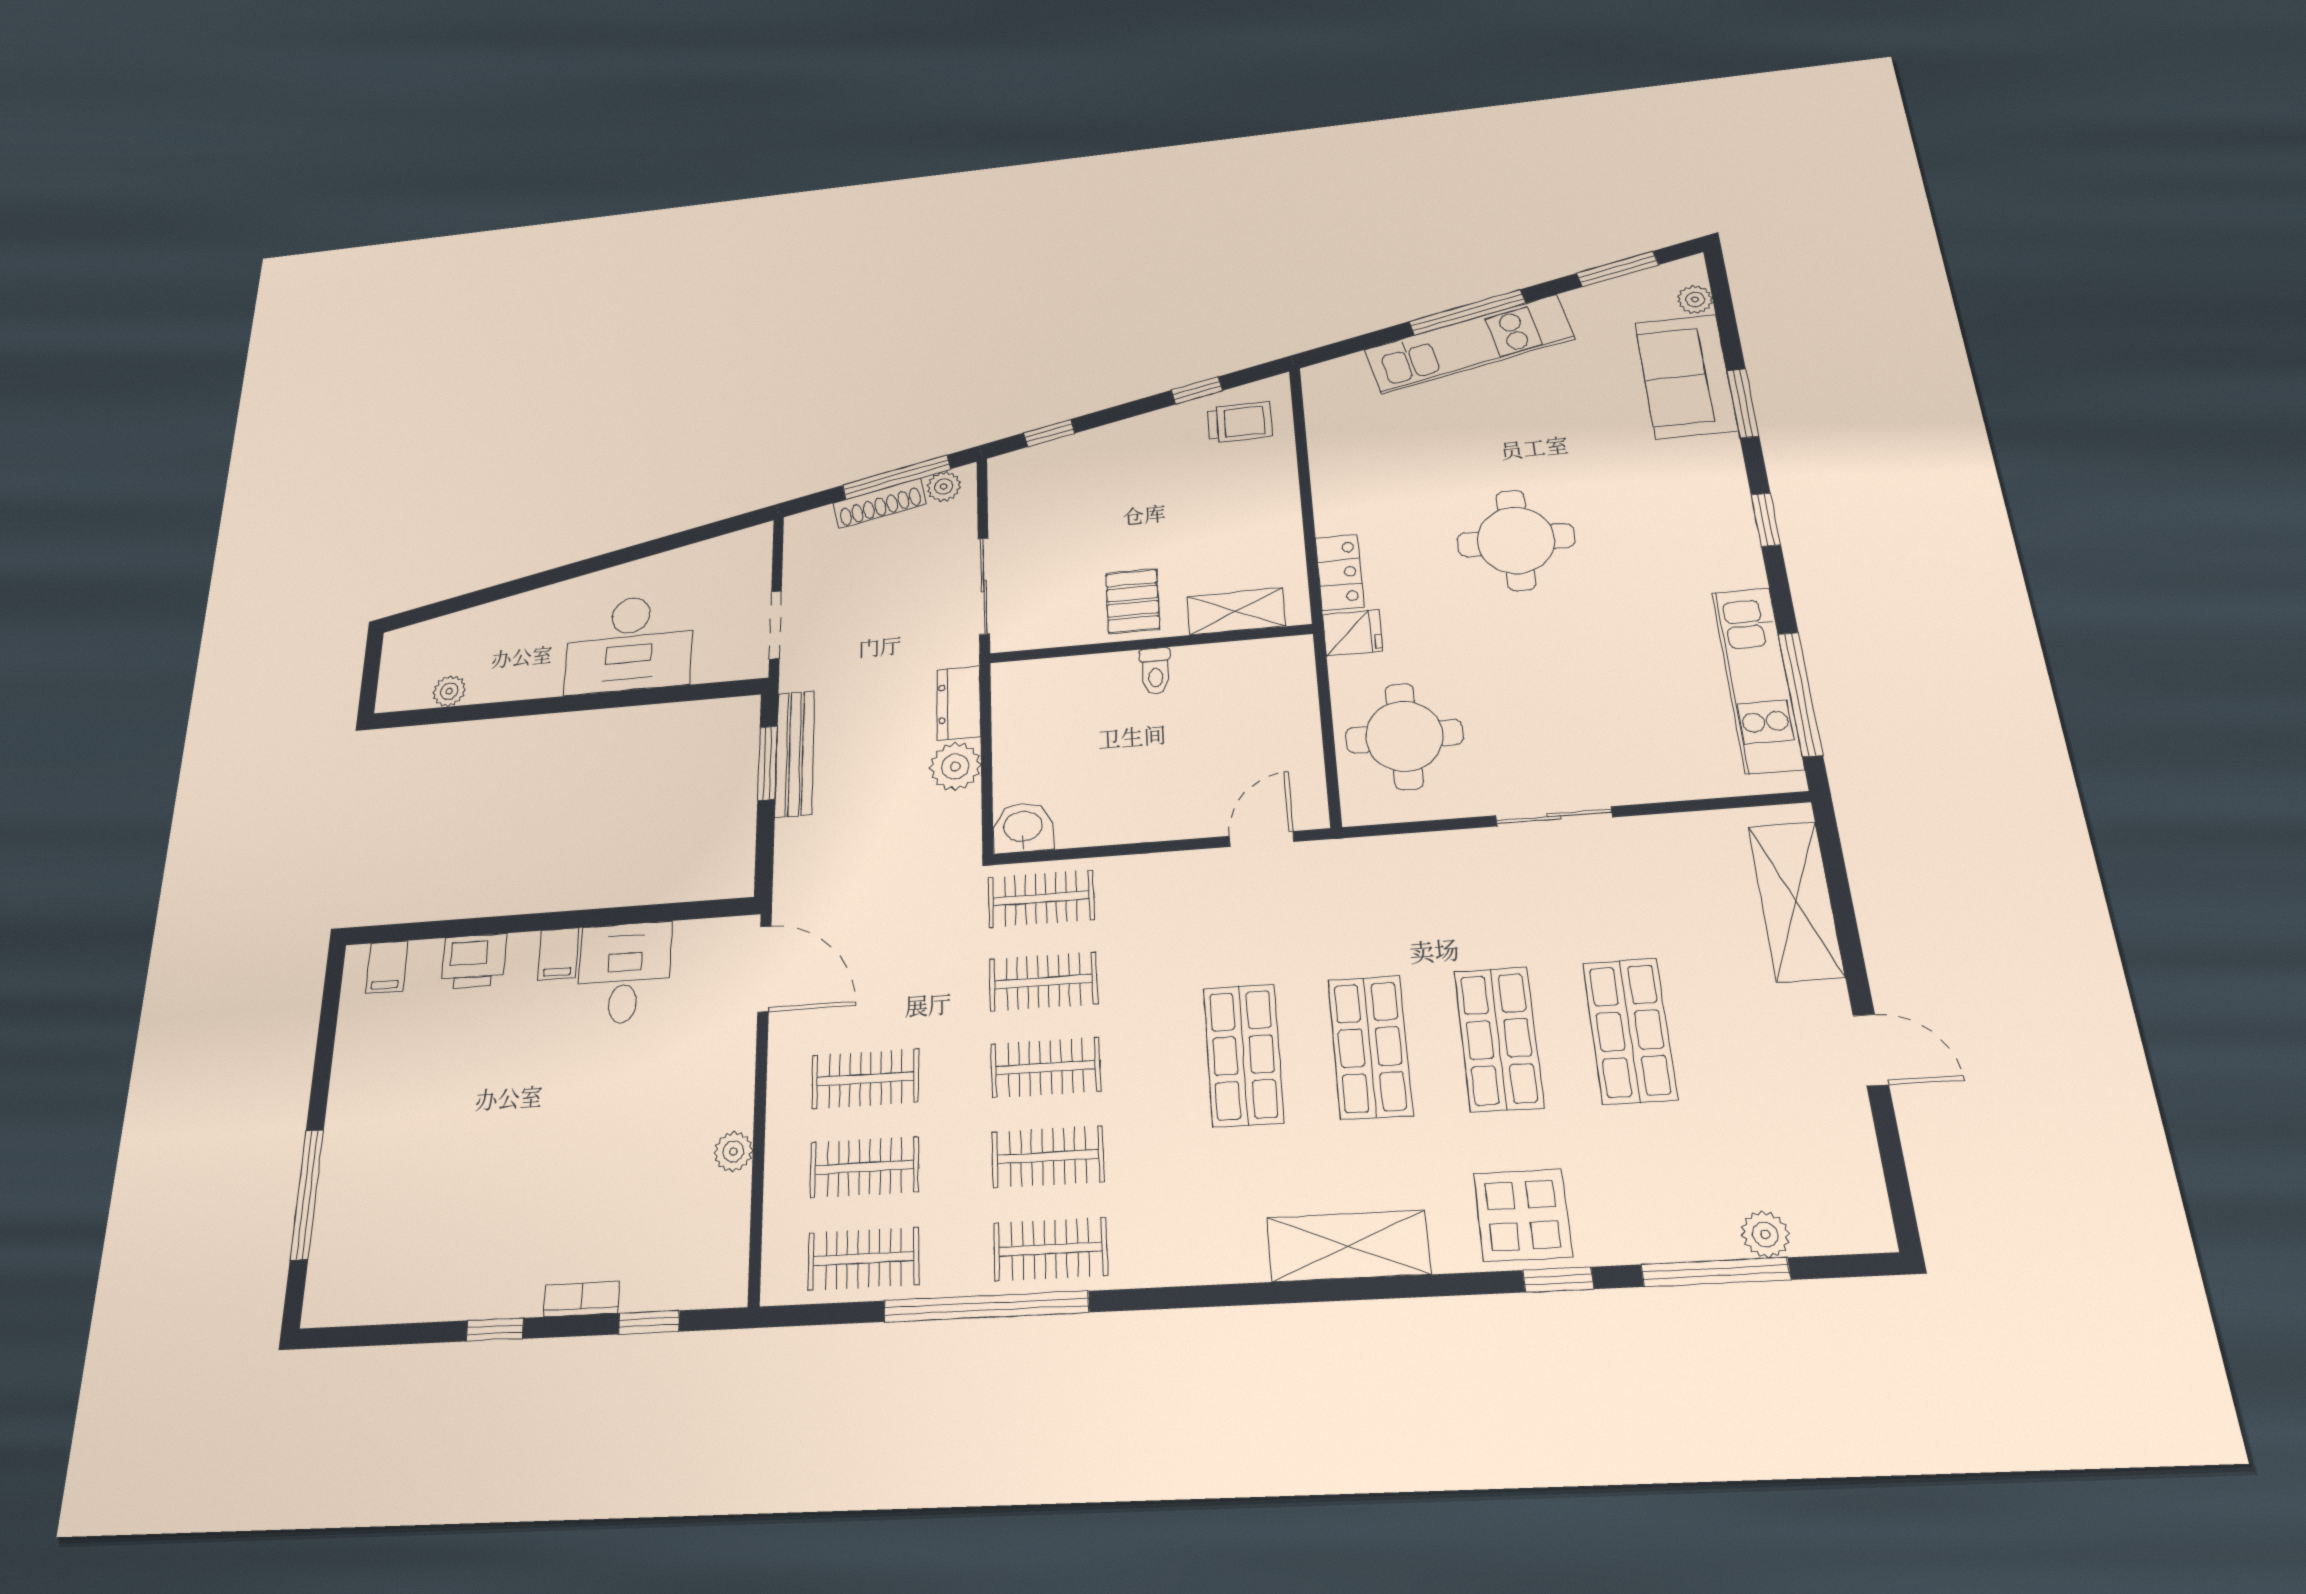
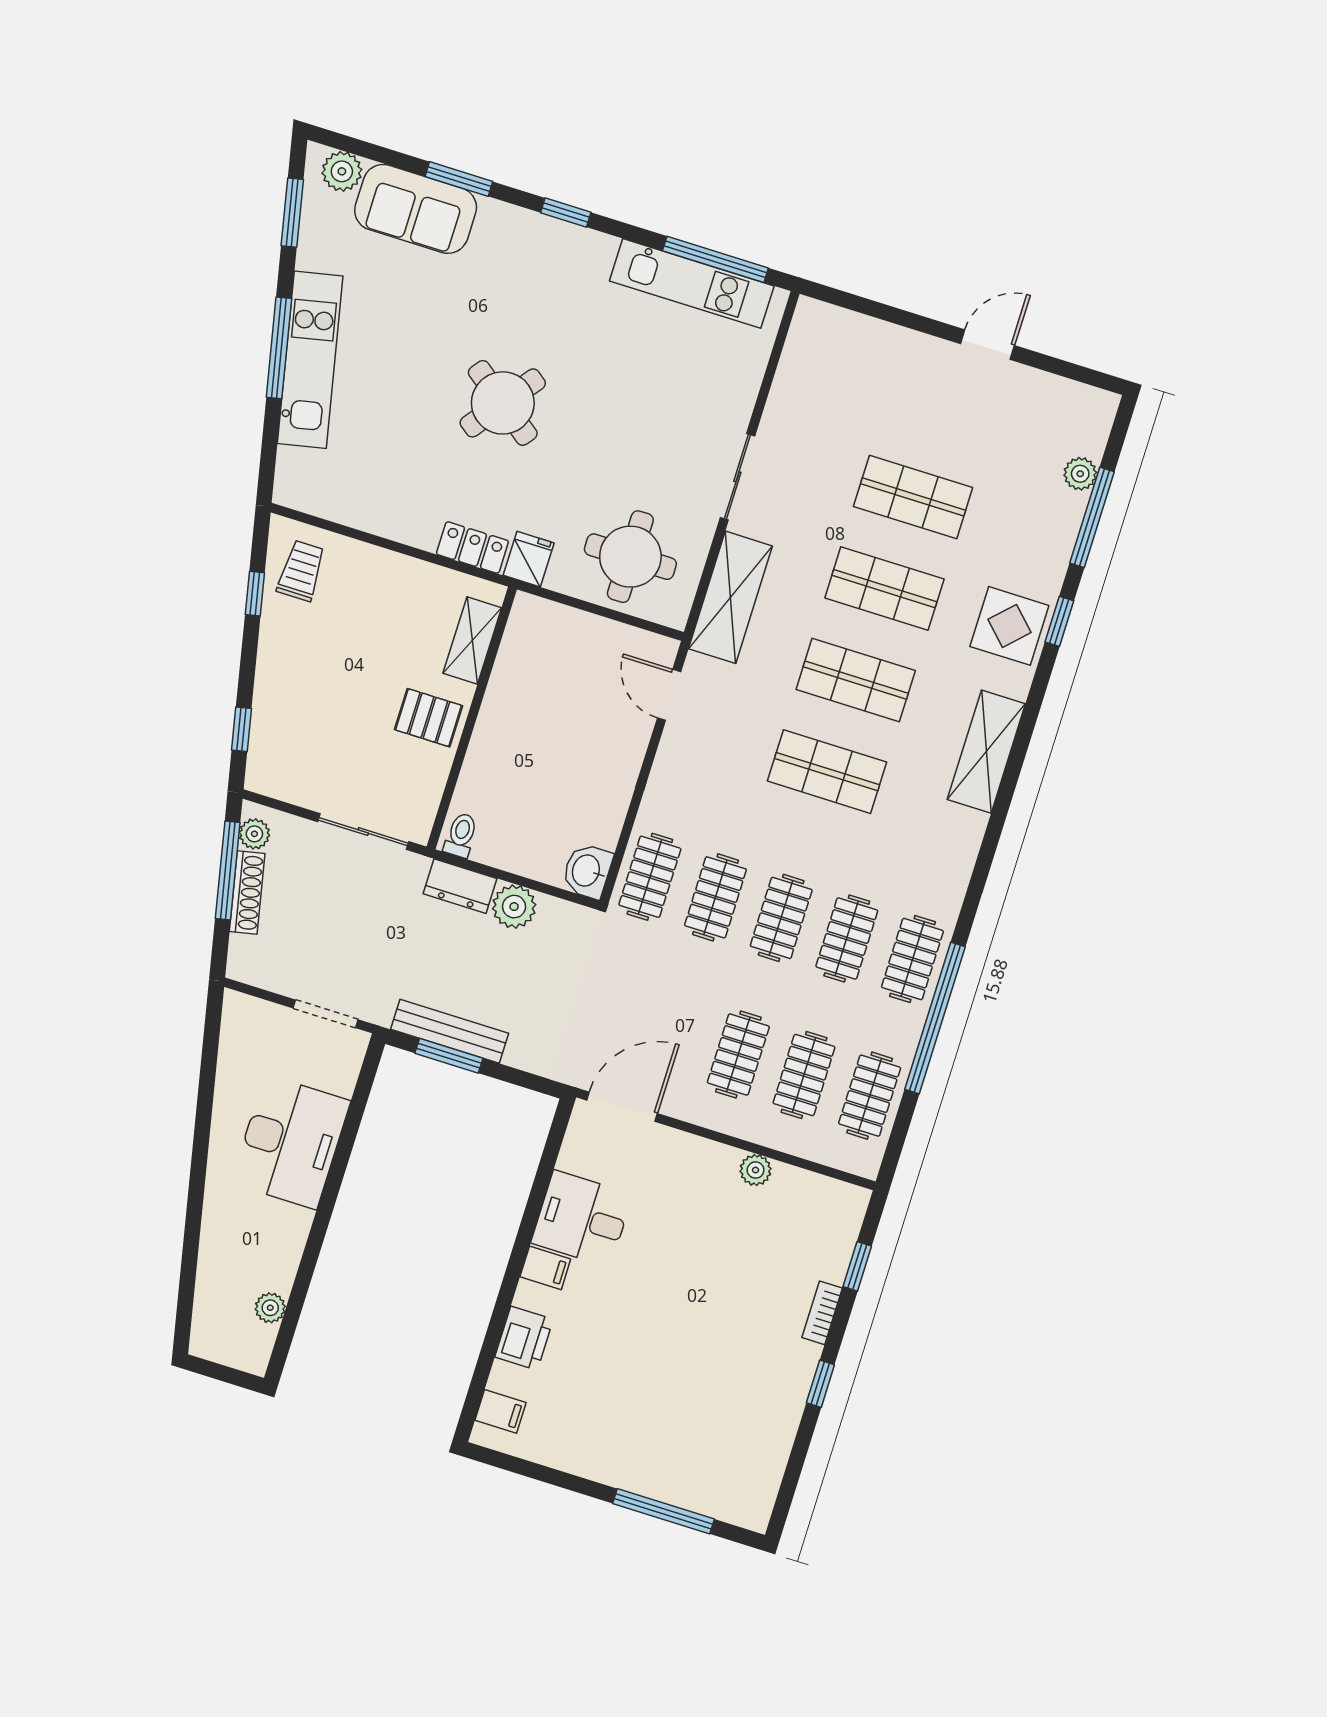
plant: (1695, 299) -> (342, 171), width x1.38, depth x1.38
round table: (1516, 540) -> (503, 403), turned 37
toilet: (1155, 671) -> (461, 835), moved, turned -90
shelving: (1796, 901) -> (730, 597), moved, turned 90

